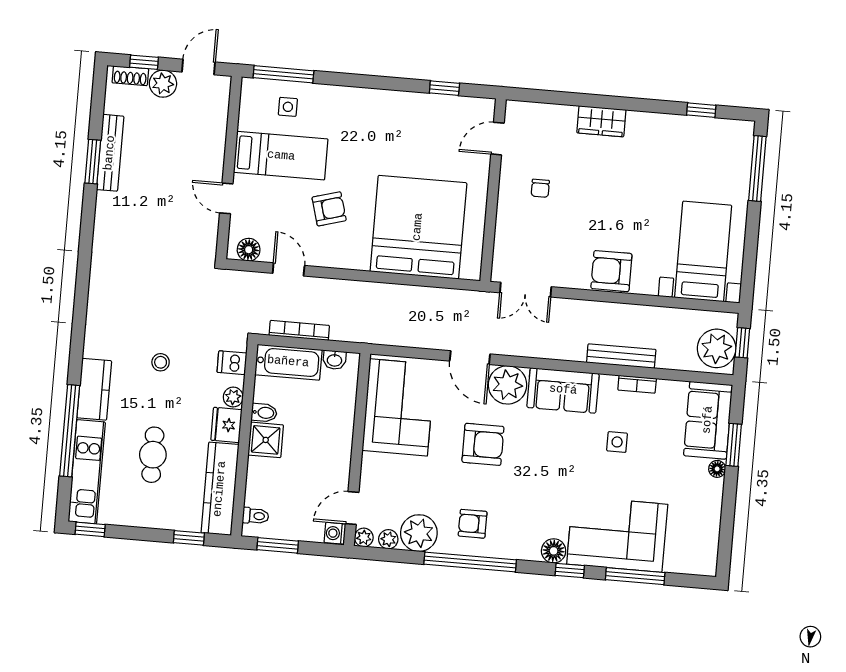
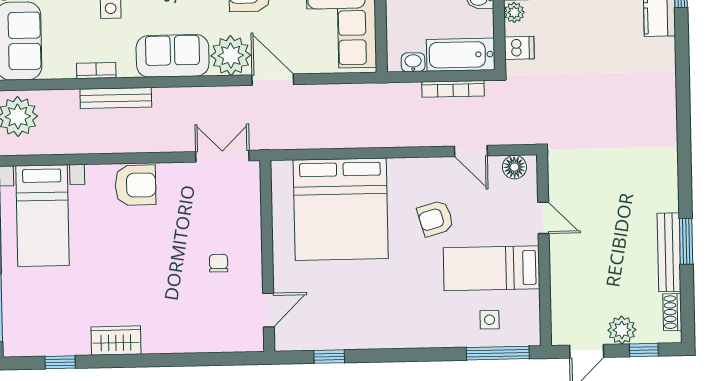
shoe rack: (130, 76) -> (672, 312), moved, turned -90
wardrobe: (601, 121) -> (116, 341), moved
stool: (161, 362) -> (593, 40), removed

